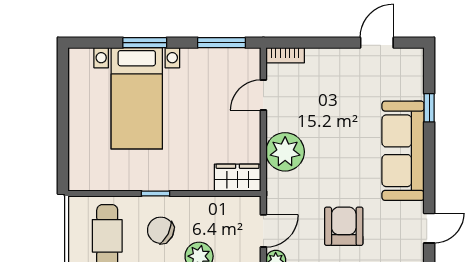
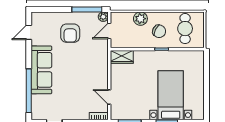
door: (263, 95) -> (109, 97), swing flipped
window: (429, 108) -> (29, 91), width x3.17
plant: (285, 152) -> (99, 69), removed

